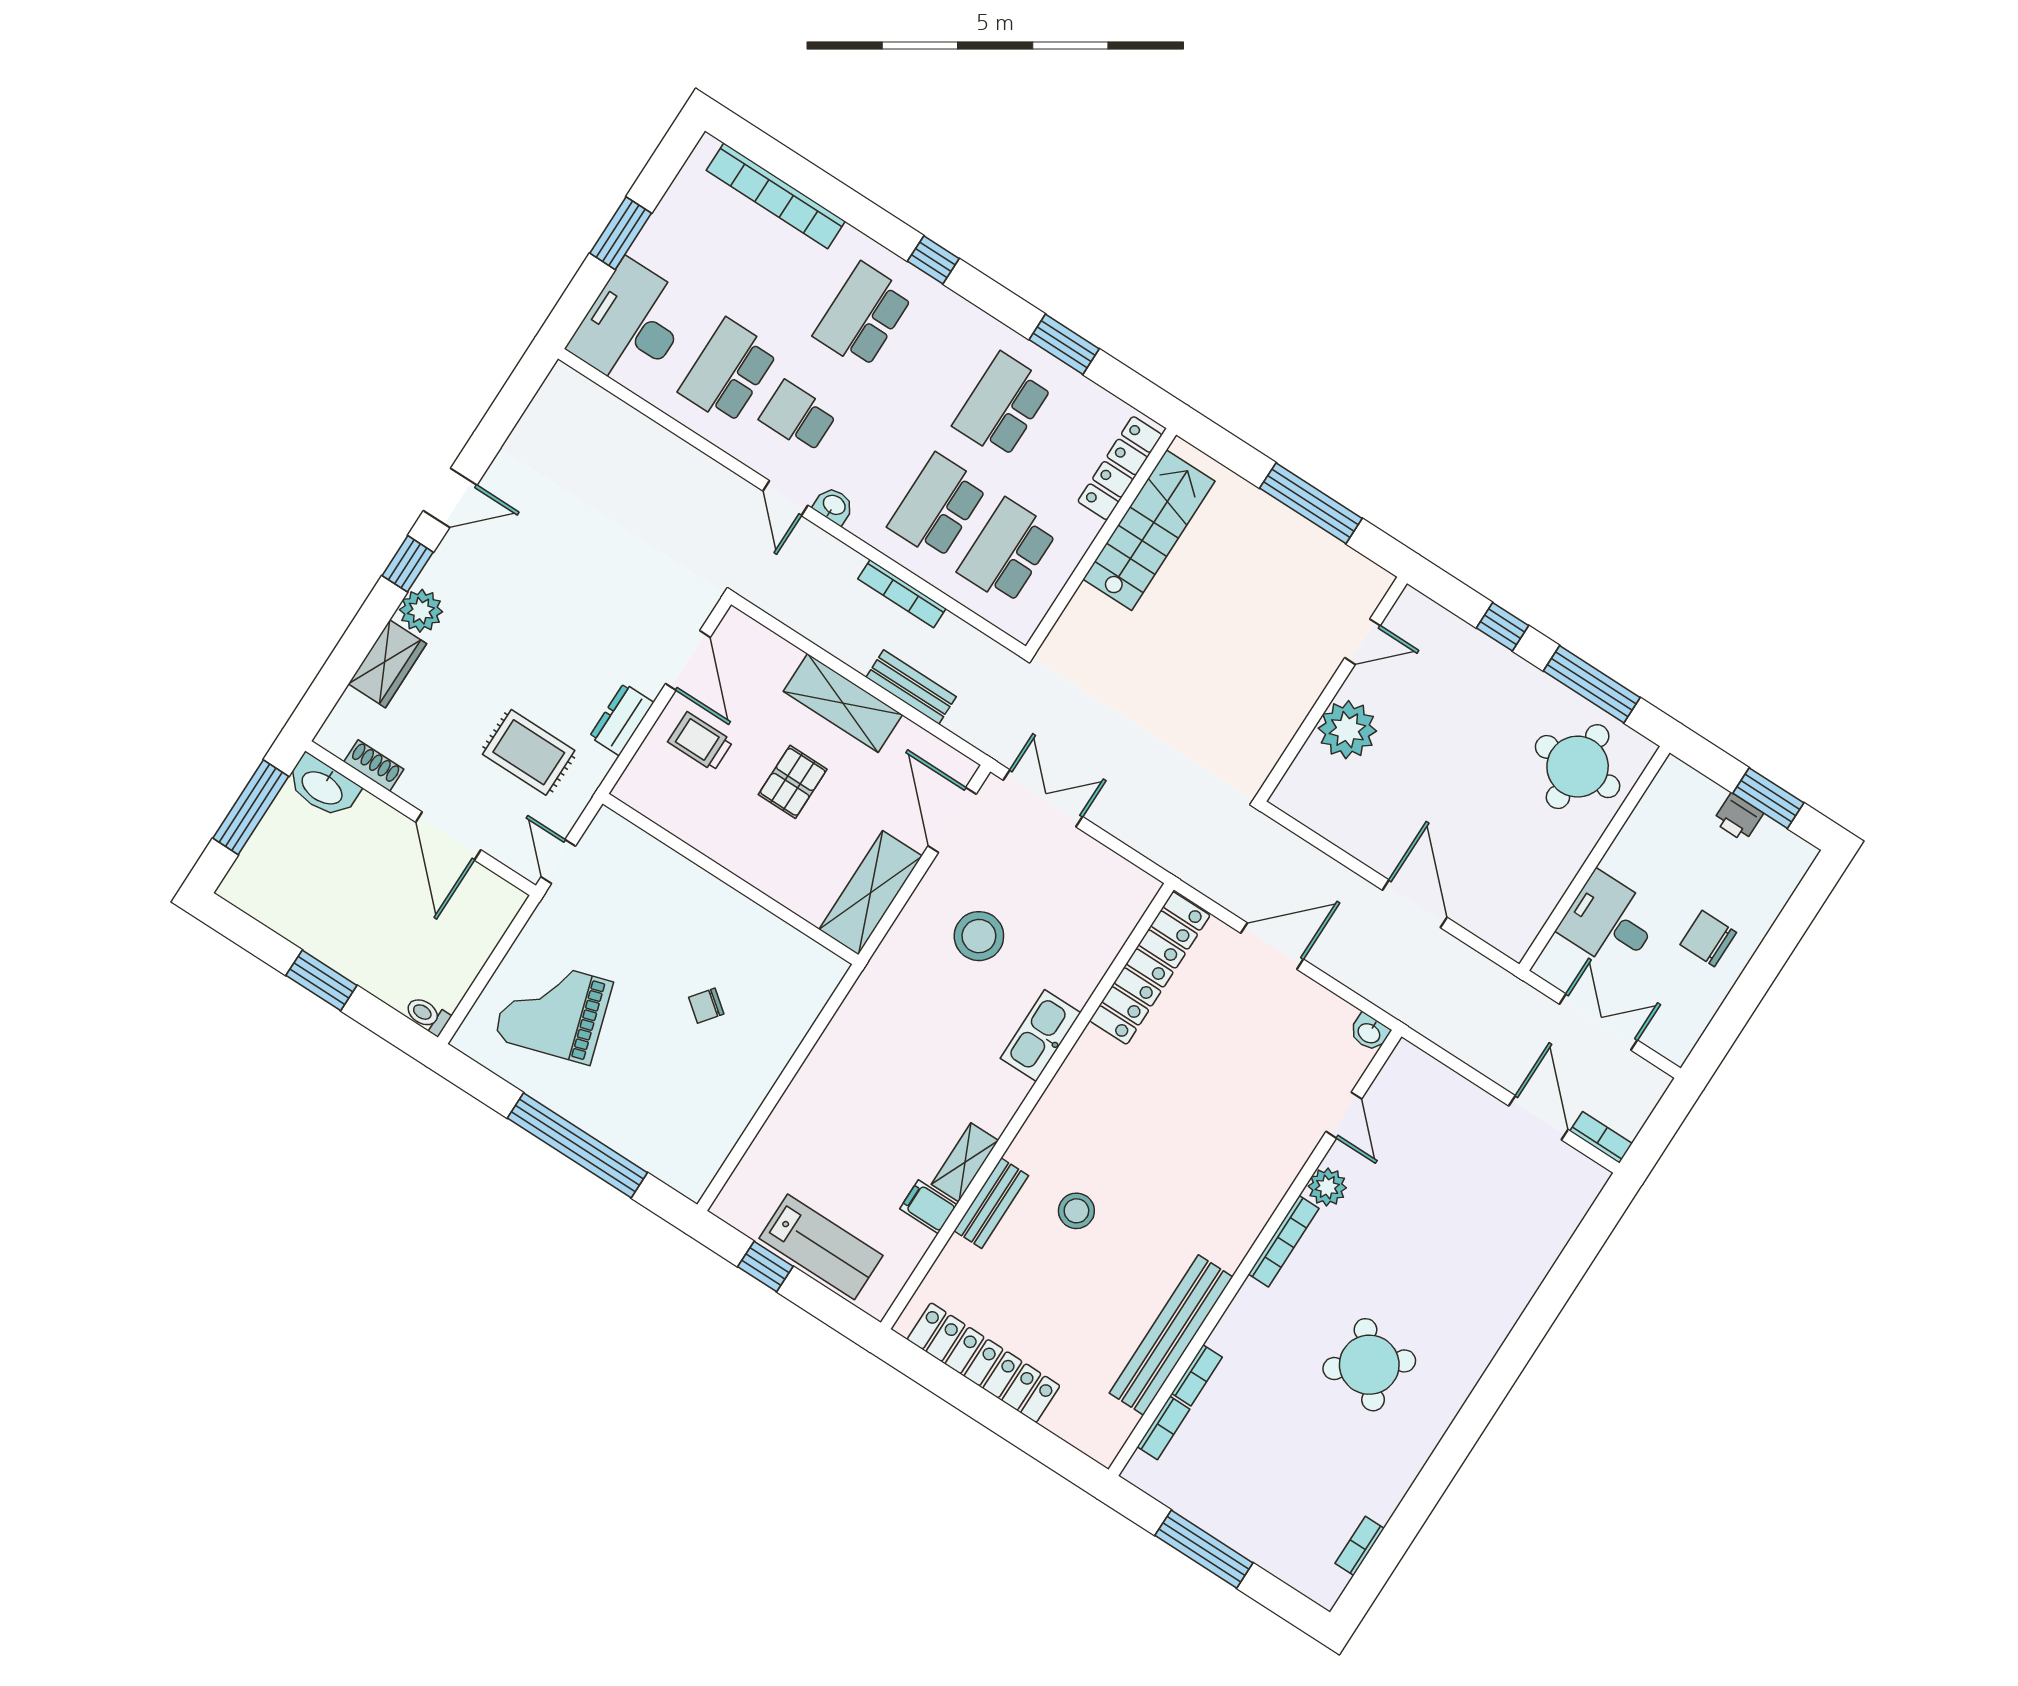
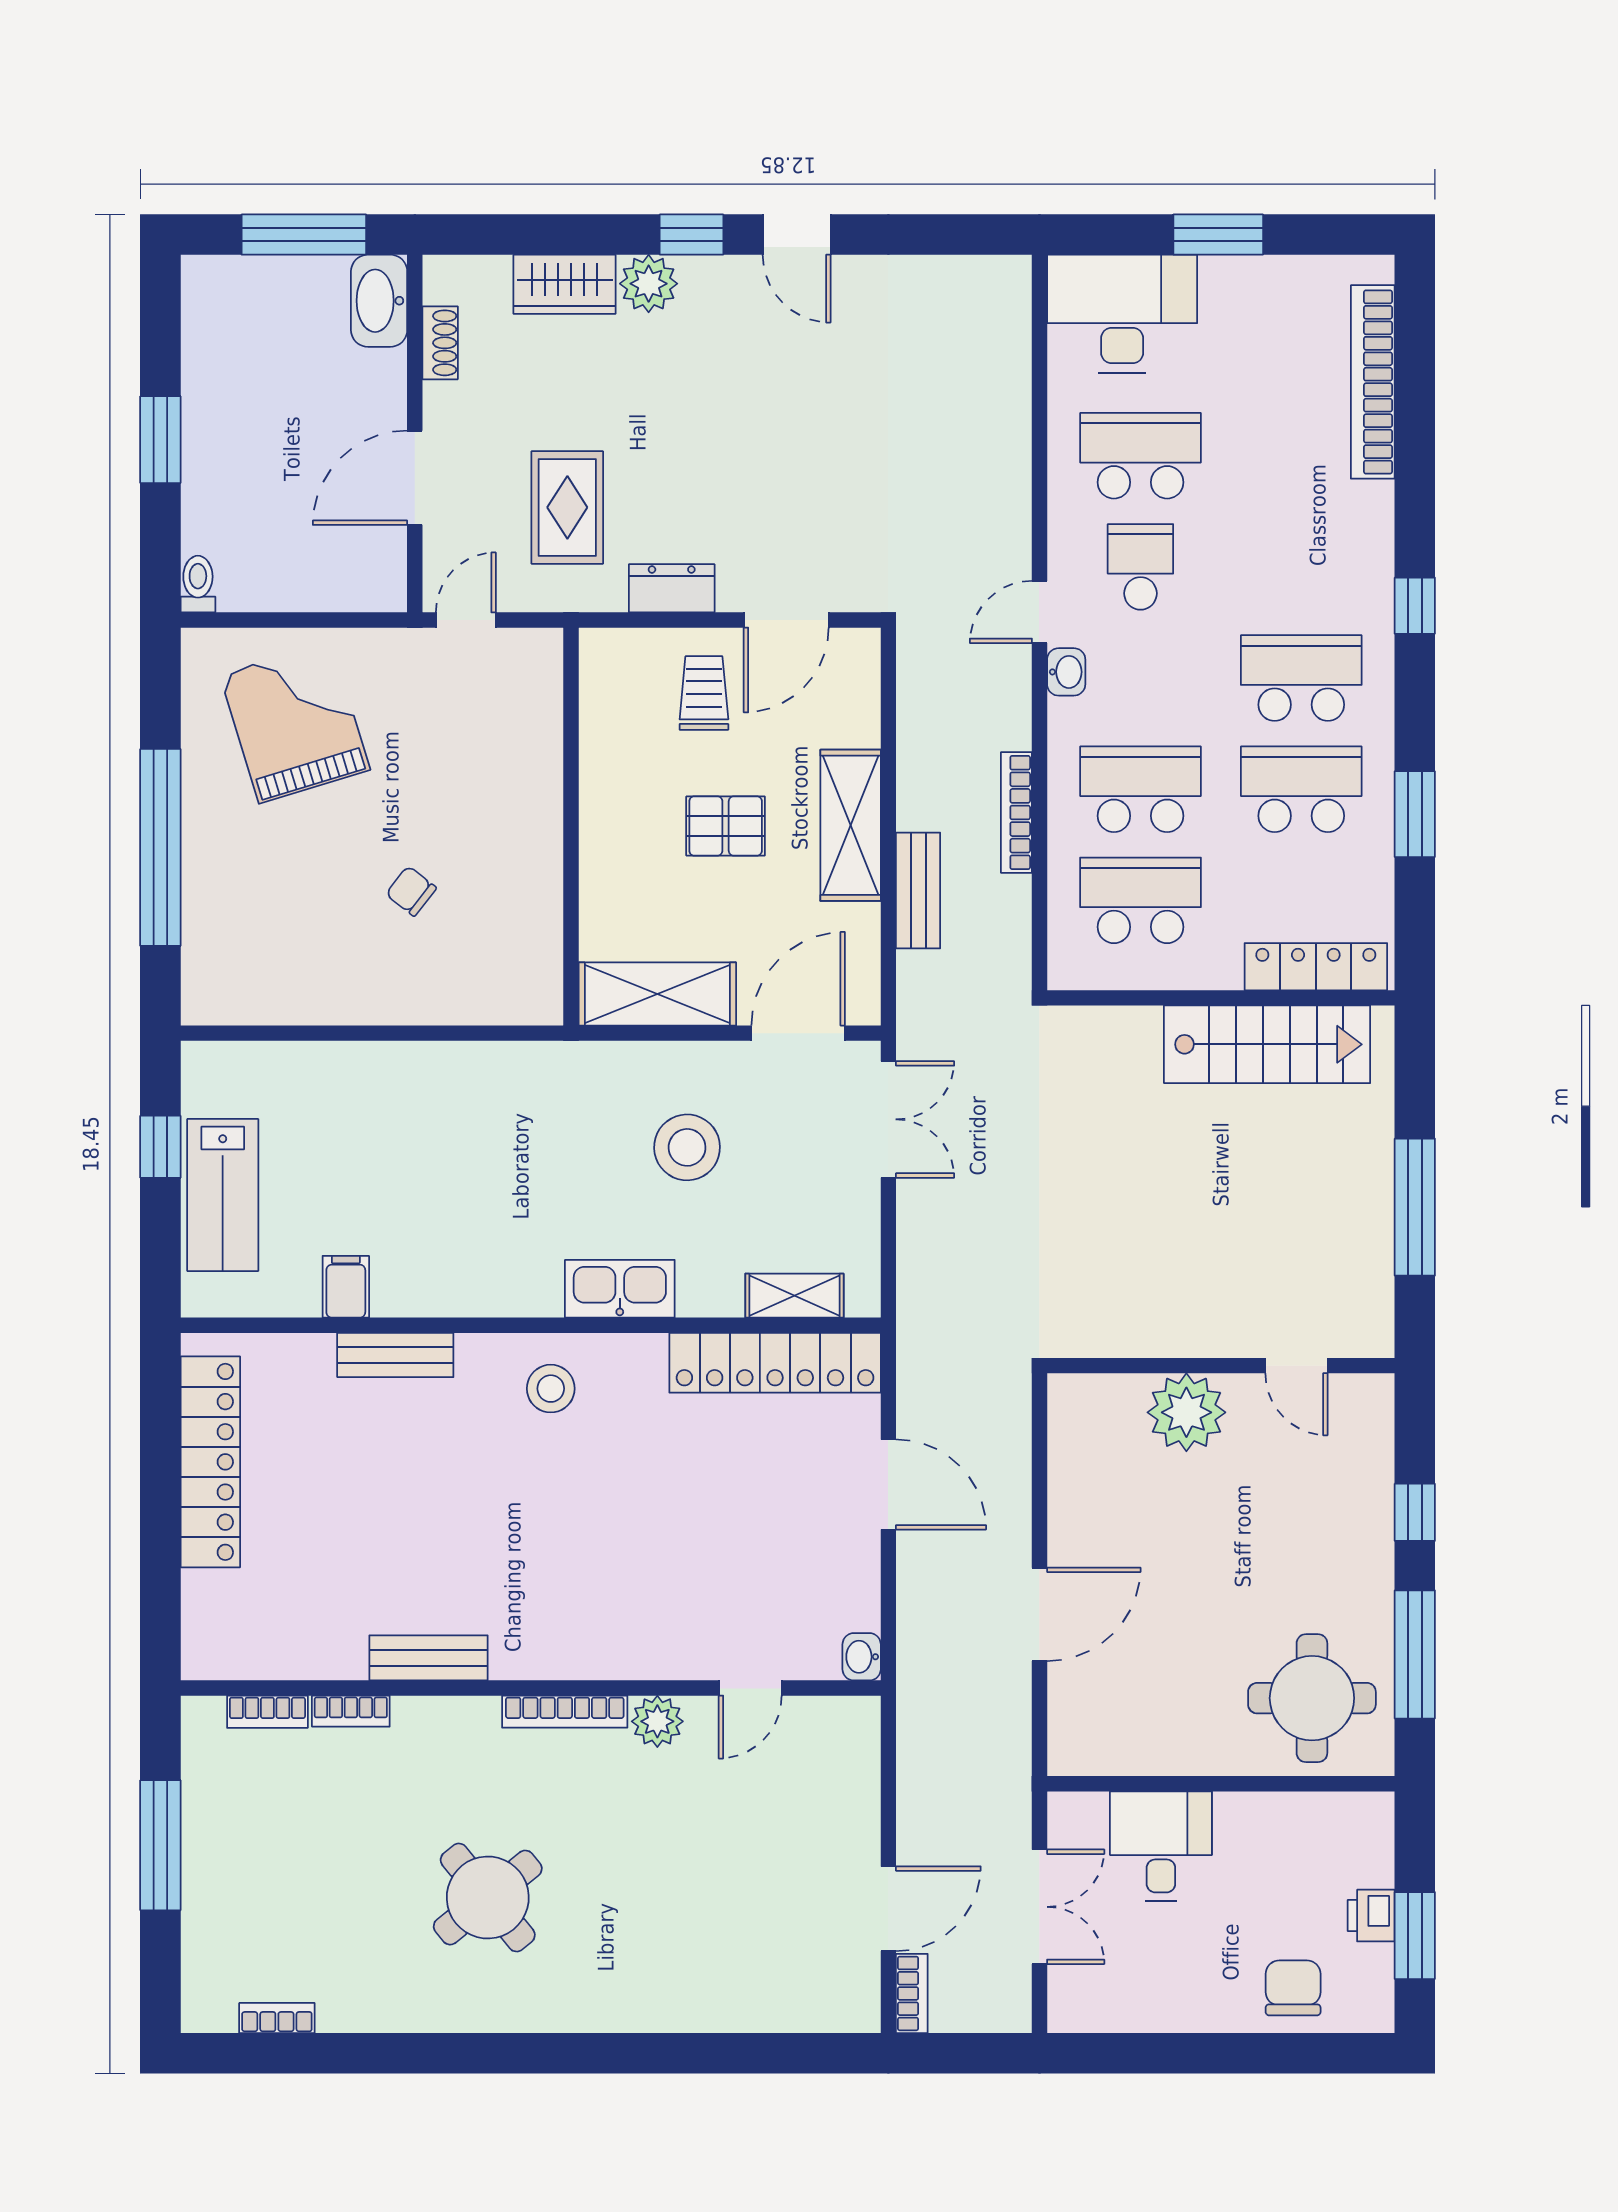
school desk: (863, 316) -> (1301, 678), moved
chair: (1708, 939) -> (1293, 1988), moved
shelving: (965, 1162) -> (794, 1296), moved
stool: (1076, 1211) -> (551, 1389), moved
bench: (1171, 1335) -> (429, 1658), width x0.54, depth x0.82

